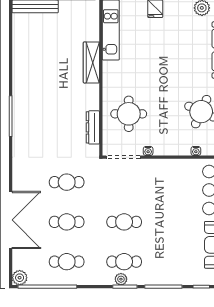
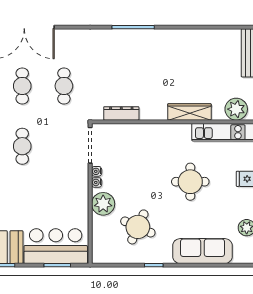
plant: (89, 18) -> (236, 109), added
round table: (129, 114) -> (190, 182), moved
plant: (179, 145) -> (103, 204), added
water cooler: (196, 151) -> (97, 182), moved

